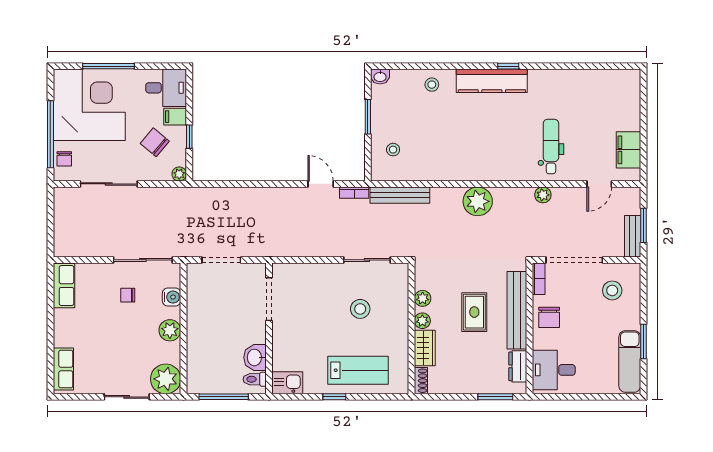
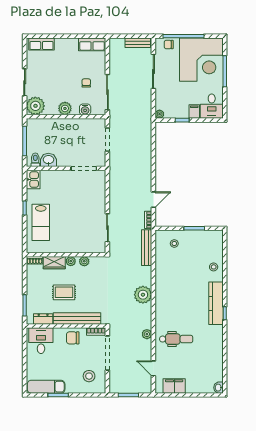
washbasin: (380, 77) -> (218, 388), moved
chair: (155, 142) -> (179, 99), removed
bench: (633, 236) -> (138, 43), moved
stool: (360, 309) -> (78, 224), removed
rug: (474, 312) -> (64, 292), moved

